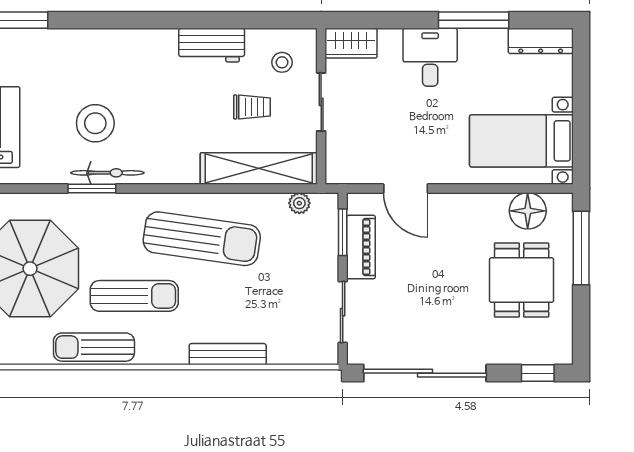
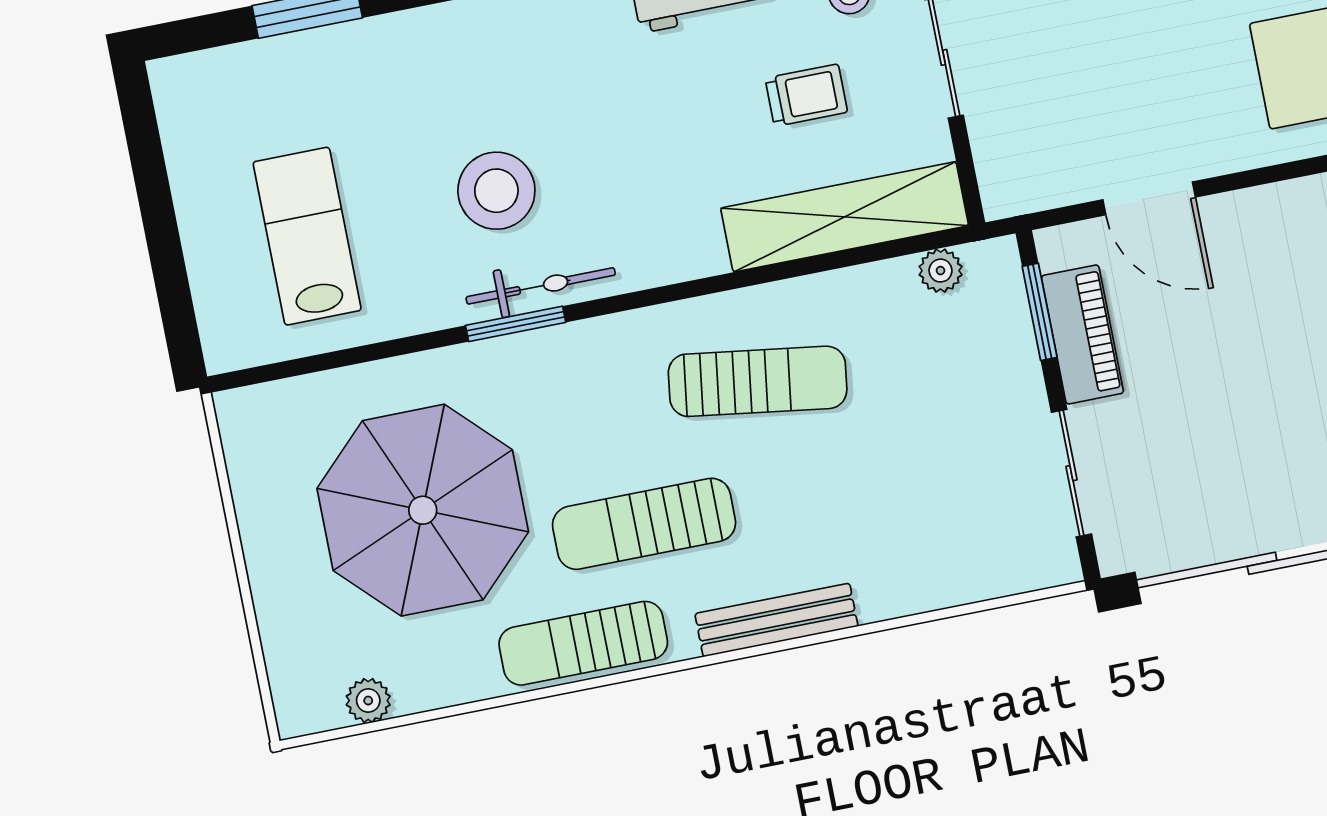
sun lounger: (202, 239) -> (758, 381), width x0.73, depth x0.75
sun lounger: (134, 296) -> (644, 524), turned 180
bench: (228, 354) -> (776, 620), moved

